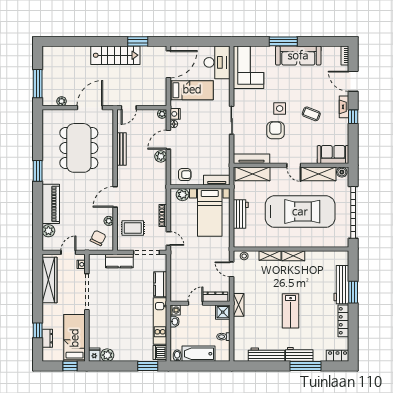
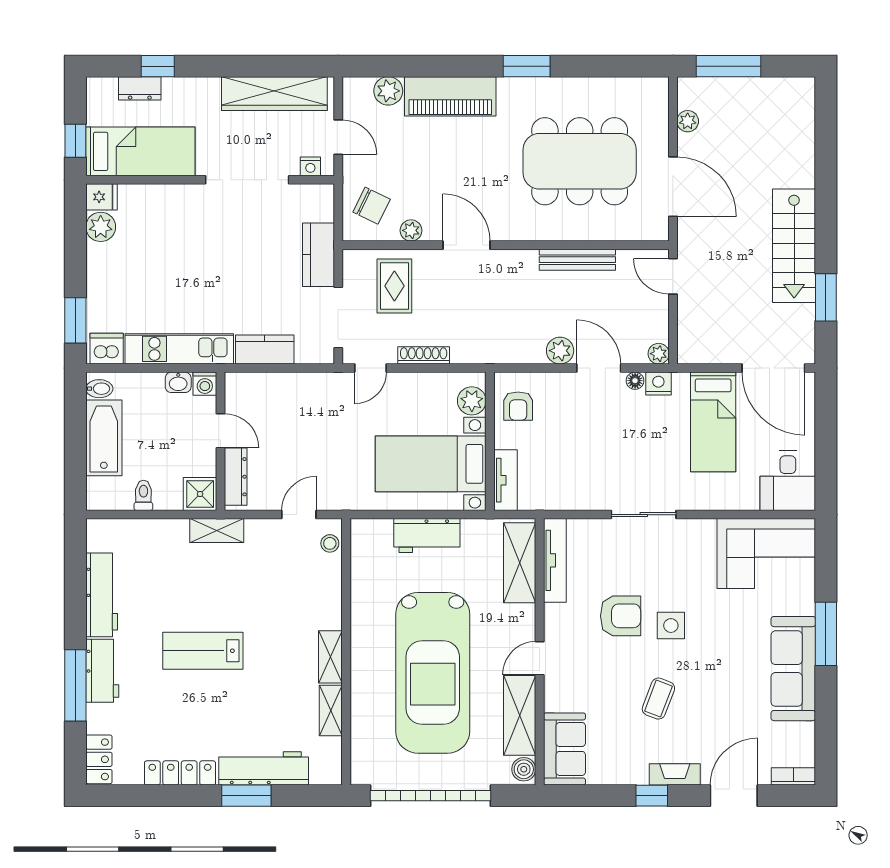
desk: (217, 62) -> (788, 481), width x0.73
shelving: (270, 256) -> (331, 711), moved

